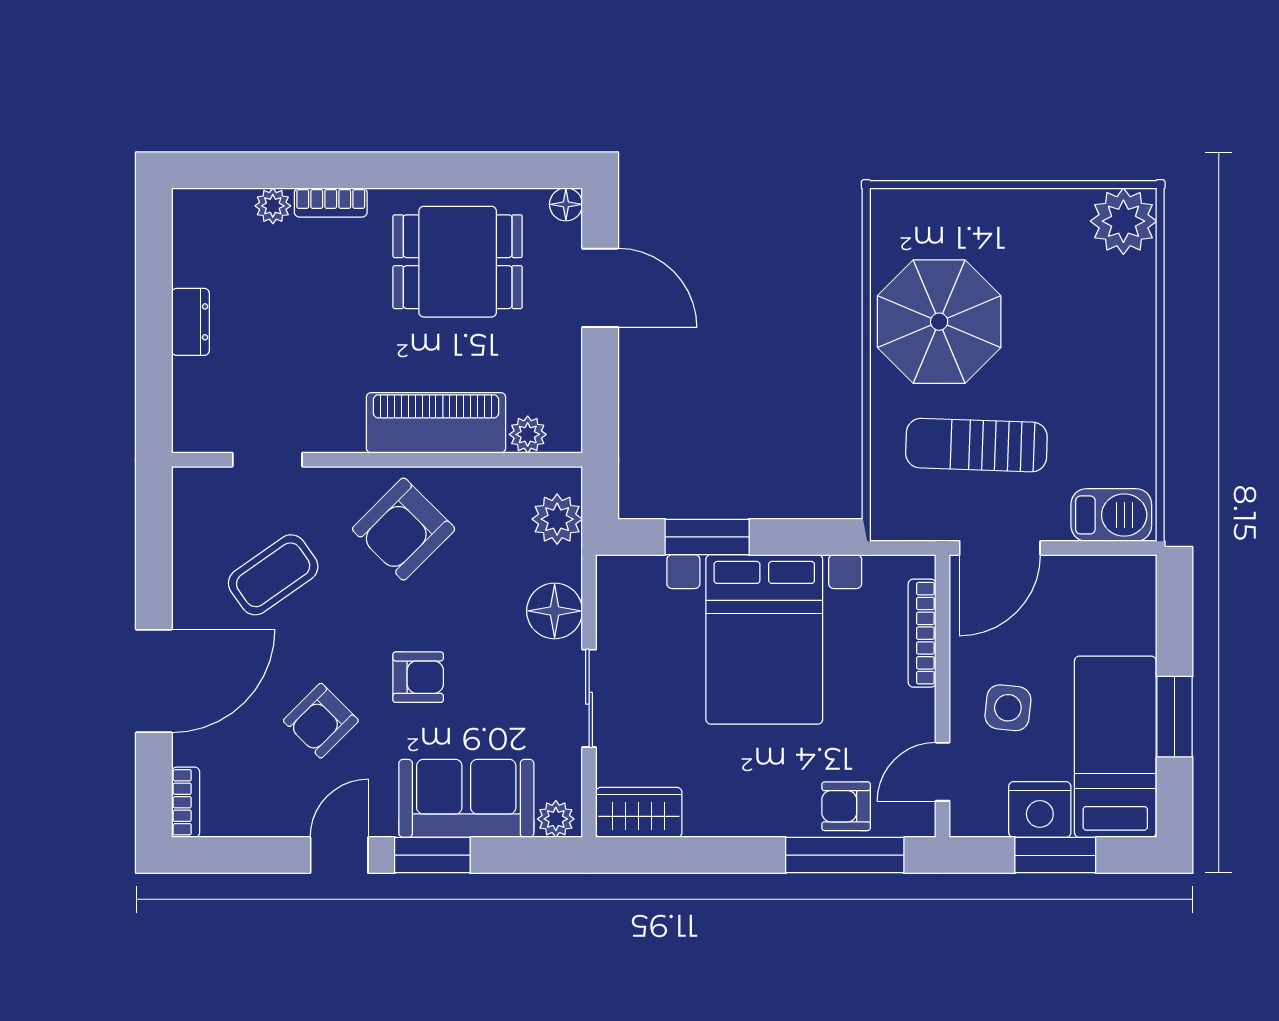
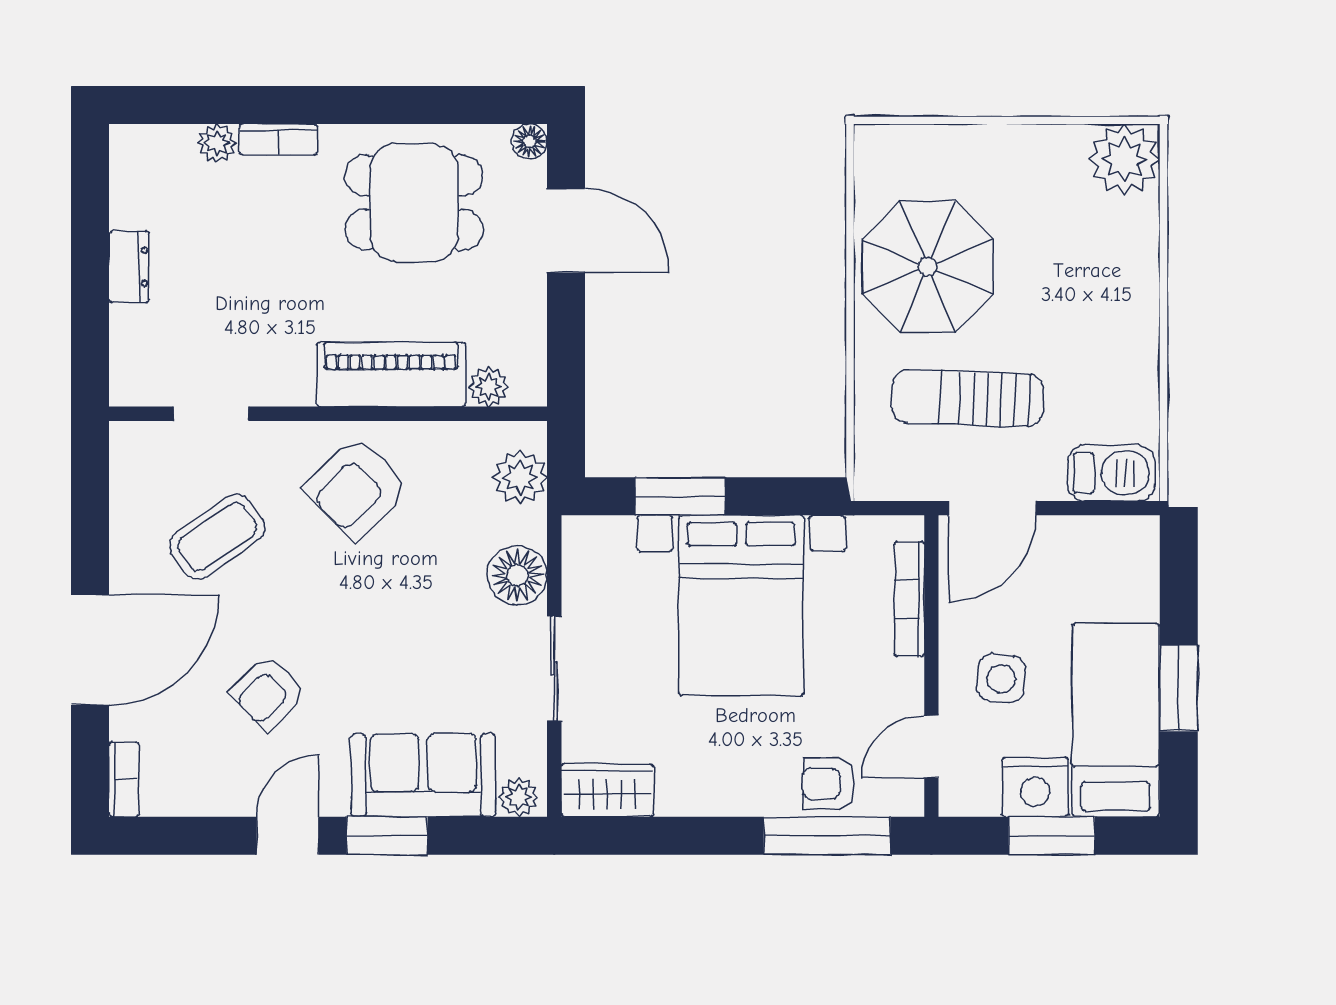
armchair: (418, 677) -> (372, 646), removed

